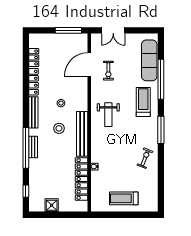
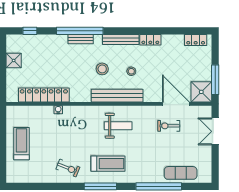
shower: (79, 42) -> (201, 92), added
locker: (34, 57) -> (196, 40), moved
exercise mat: (149, 60) -> (181, 173), width x0.73, depth x0.69
locker: (34, 82) -> (150, 40), width x0.66
treadmill: (143, 102) -> (108, 164), moved
weight bench: (108, 115) -> (118, 126), turned 180
bench: (82, 134) -> (117, 96), moved

